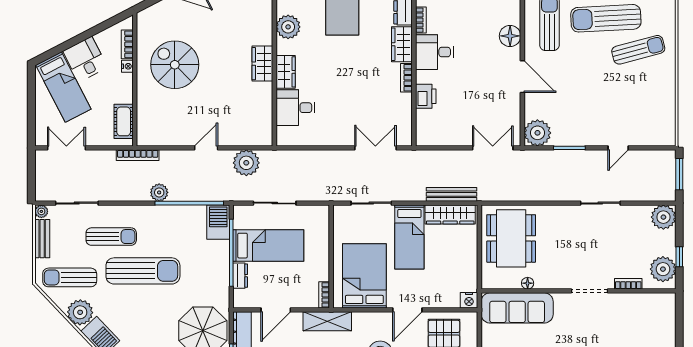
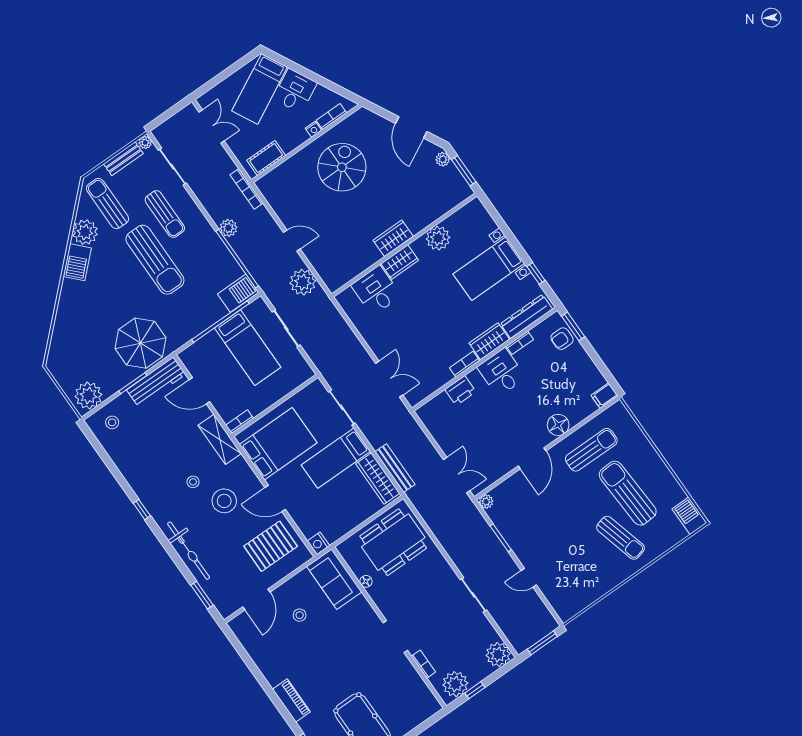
plant: (537, 133) -> (486, 502), width x0.53, depth x0.53
dresser: (240, 276) -> (207, 342), removed
sofa: (517, 308) -> (334, 579), width x0.73

